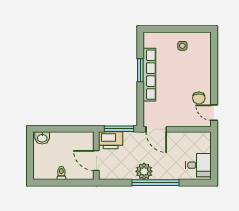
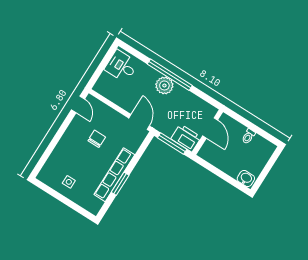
chair: (199, 98) -> (97, 139), moved
plant: (144, 171) -> (164, 85), moved

